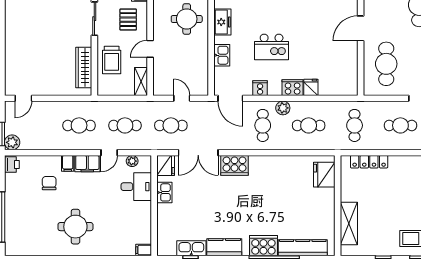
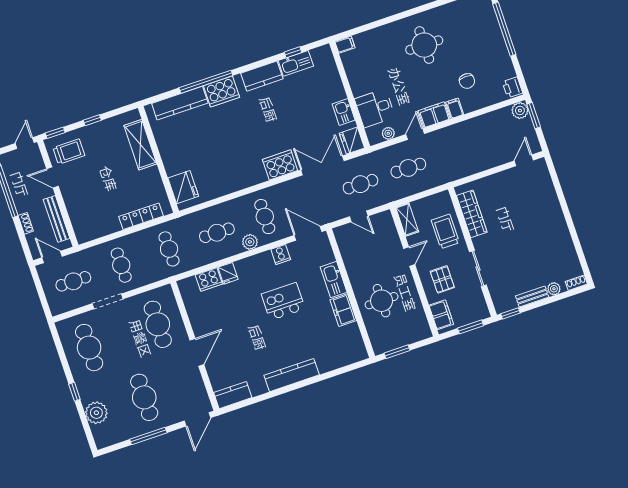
kitchen sink: (222, 55) -> (334, 280), width x1.38
cooker: (293, 88) -> (209, 279), moved
cafe table: (79, 125) -> (456, 152), removed
cafe table: (400, 125) -> (121, 265), turned 90

